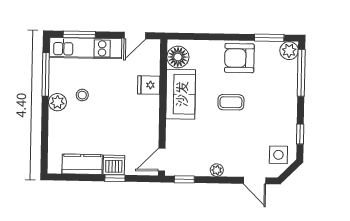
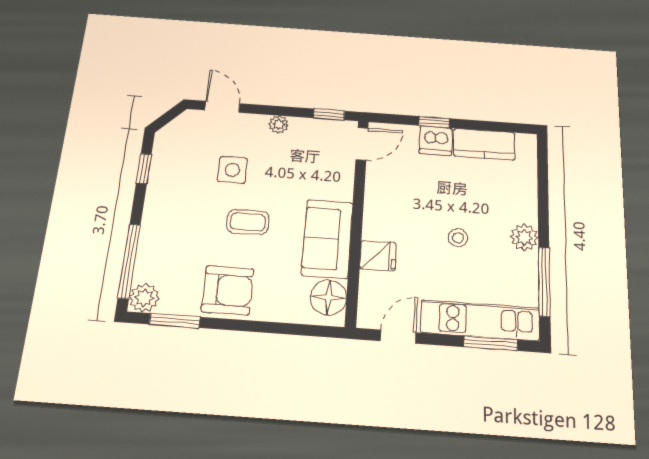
stool: (82, 95) -> (458, 238), moved
side table: (278, 155) -> (232, 170), moved

